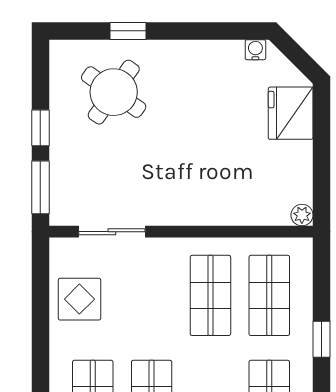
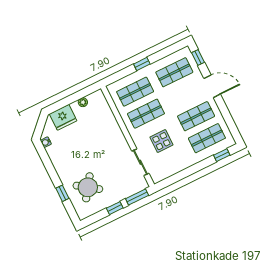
plant: (302, 215) -> (83, 102), moved
display table: (79, 299) -> (161, 141), moved

